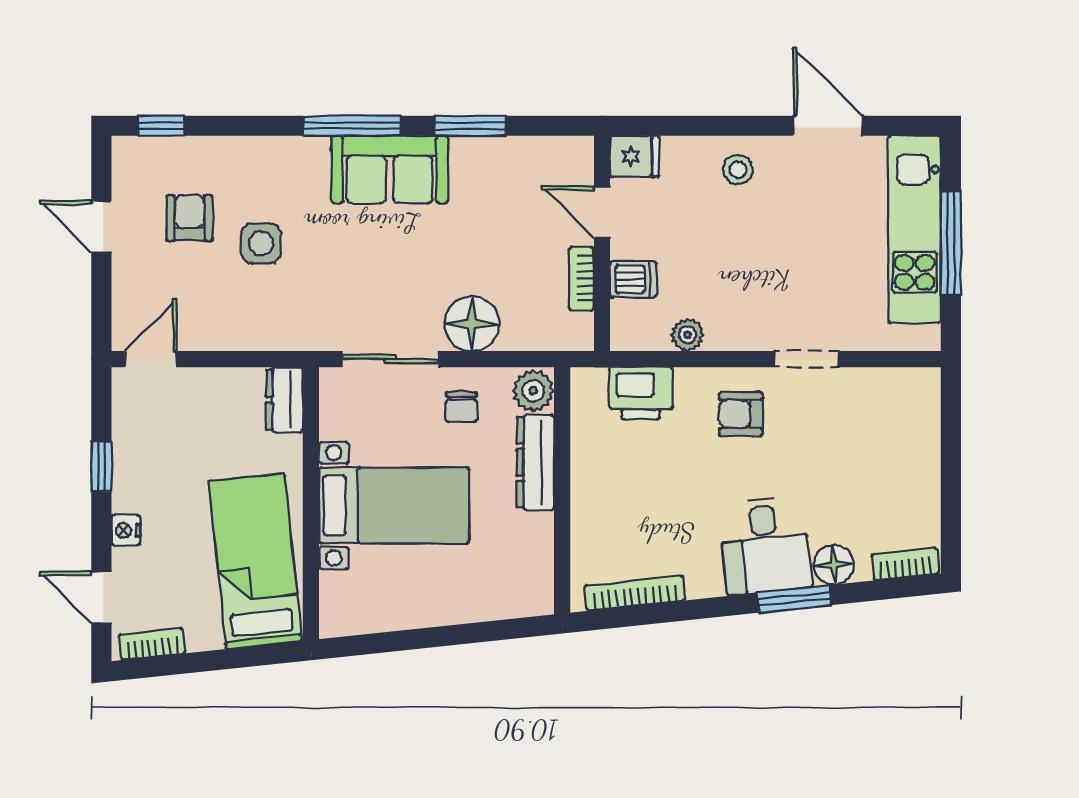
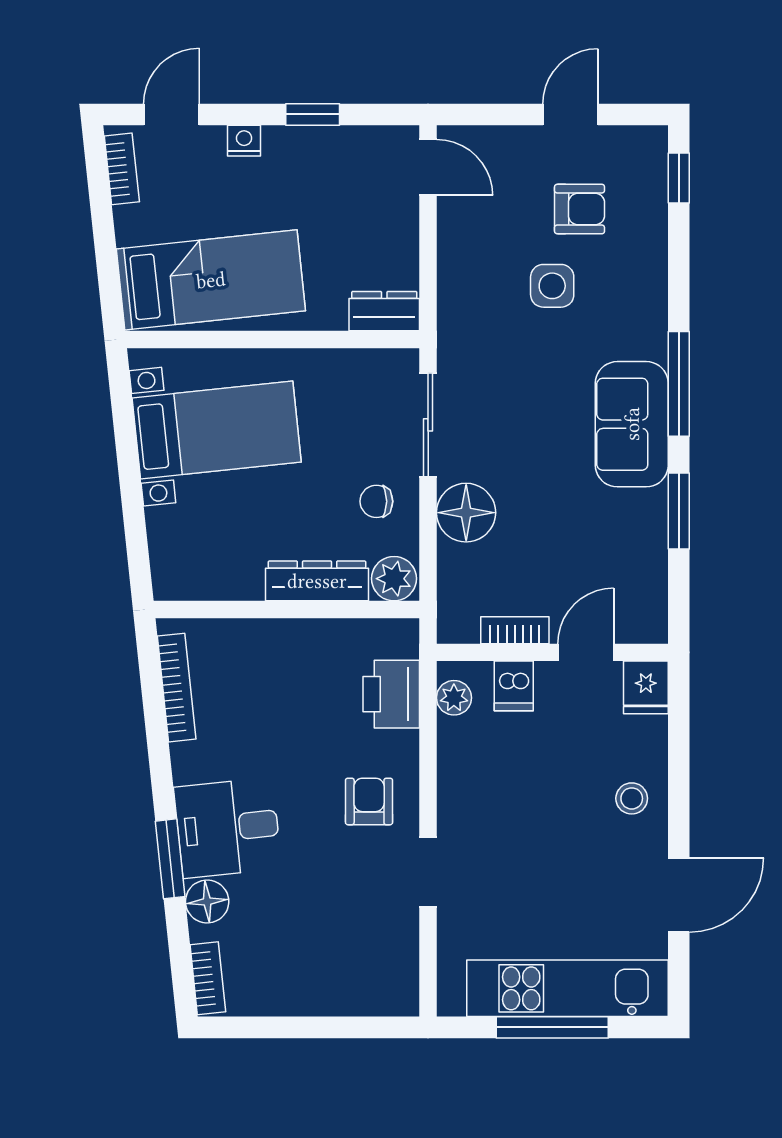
plant: (688, 335) -> (454, 698), moved
bed with nightstands: (394, 505) -> (217, 430), moved, turned -96

